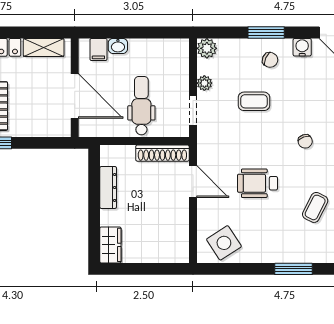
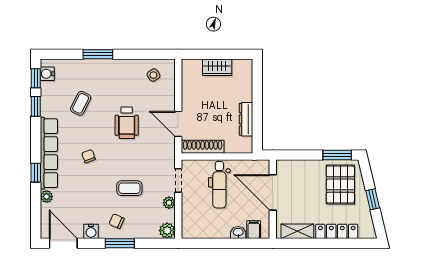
wheelchair: (257, 183) -> (127, 123), turned 90
side table: (224, 243) -> (153, 75), width x0.54, depth x0.54
wardrobe: (110, 245) -> (217, 67), moved, turned -90

